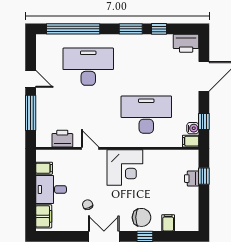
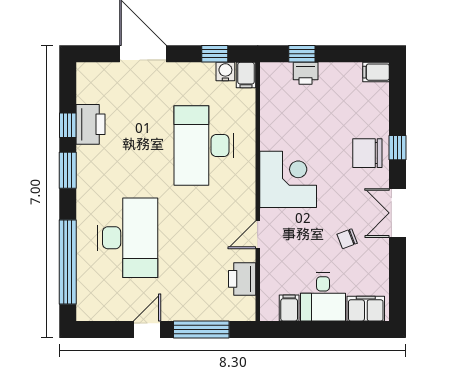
printer: (186, 43) -> (90, 124), moved
desk: (88, 67) -> (128, 238), turned 180
chair: (141, 217) -> (367, 153), turned -90
filing cabinet: (168, 223) -> (376, 72), moved

